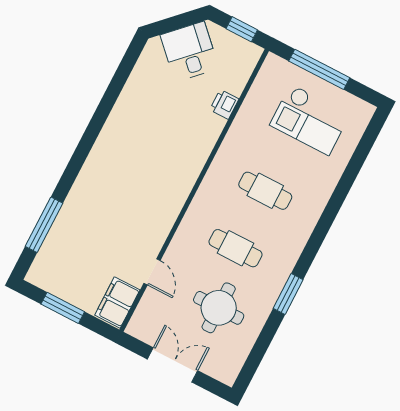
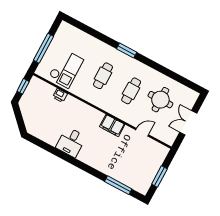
desk: (190, 52) -> (71, 142), moved, turned -45
checkout: (310, 120) -> (66, 69), moved
window: (288, 294) -> (127, 51), moved
filing cabinet: (117, 302) -> (112, 126), moved

